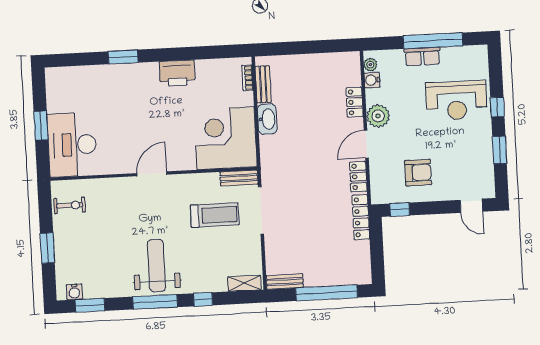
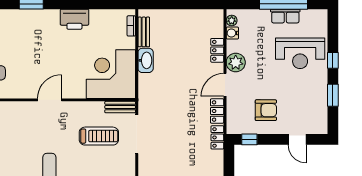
row of seats: (422, 56) -> (285, 16), moved
door: (471, 206) -> (297, 139), moved
locker: (361, 217) -> (217, 137), width x0.66

